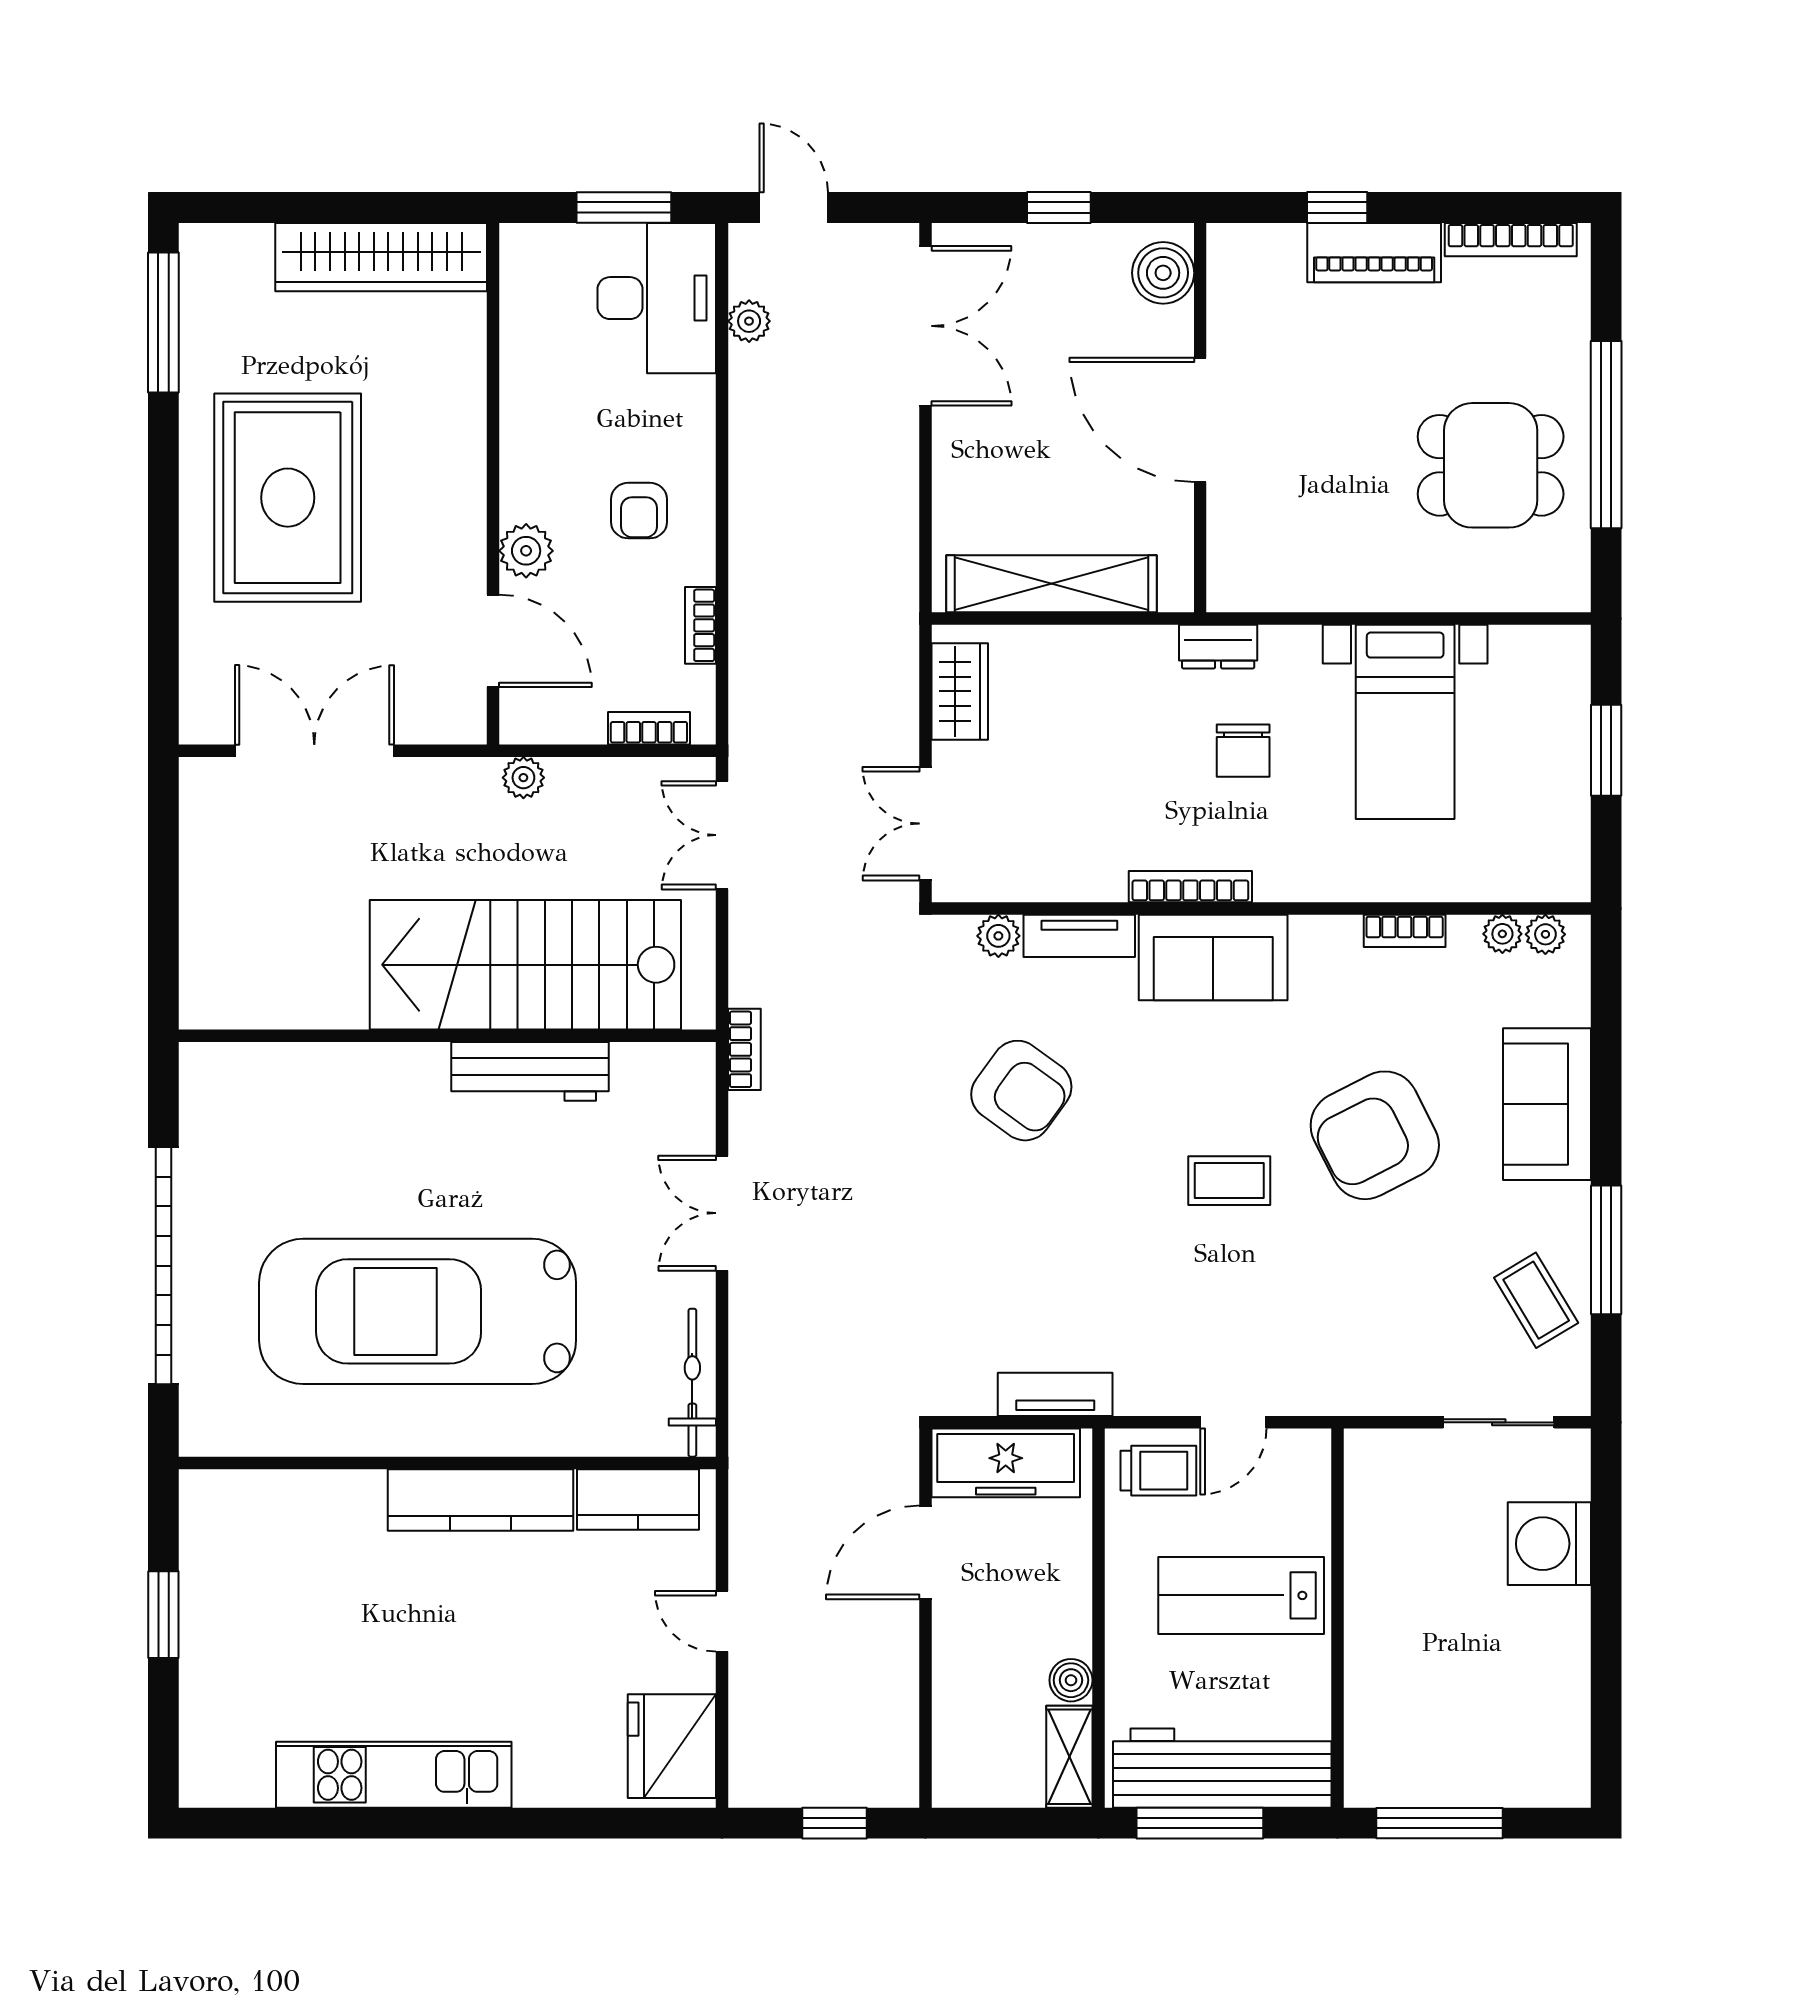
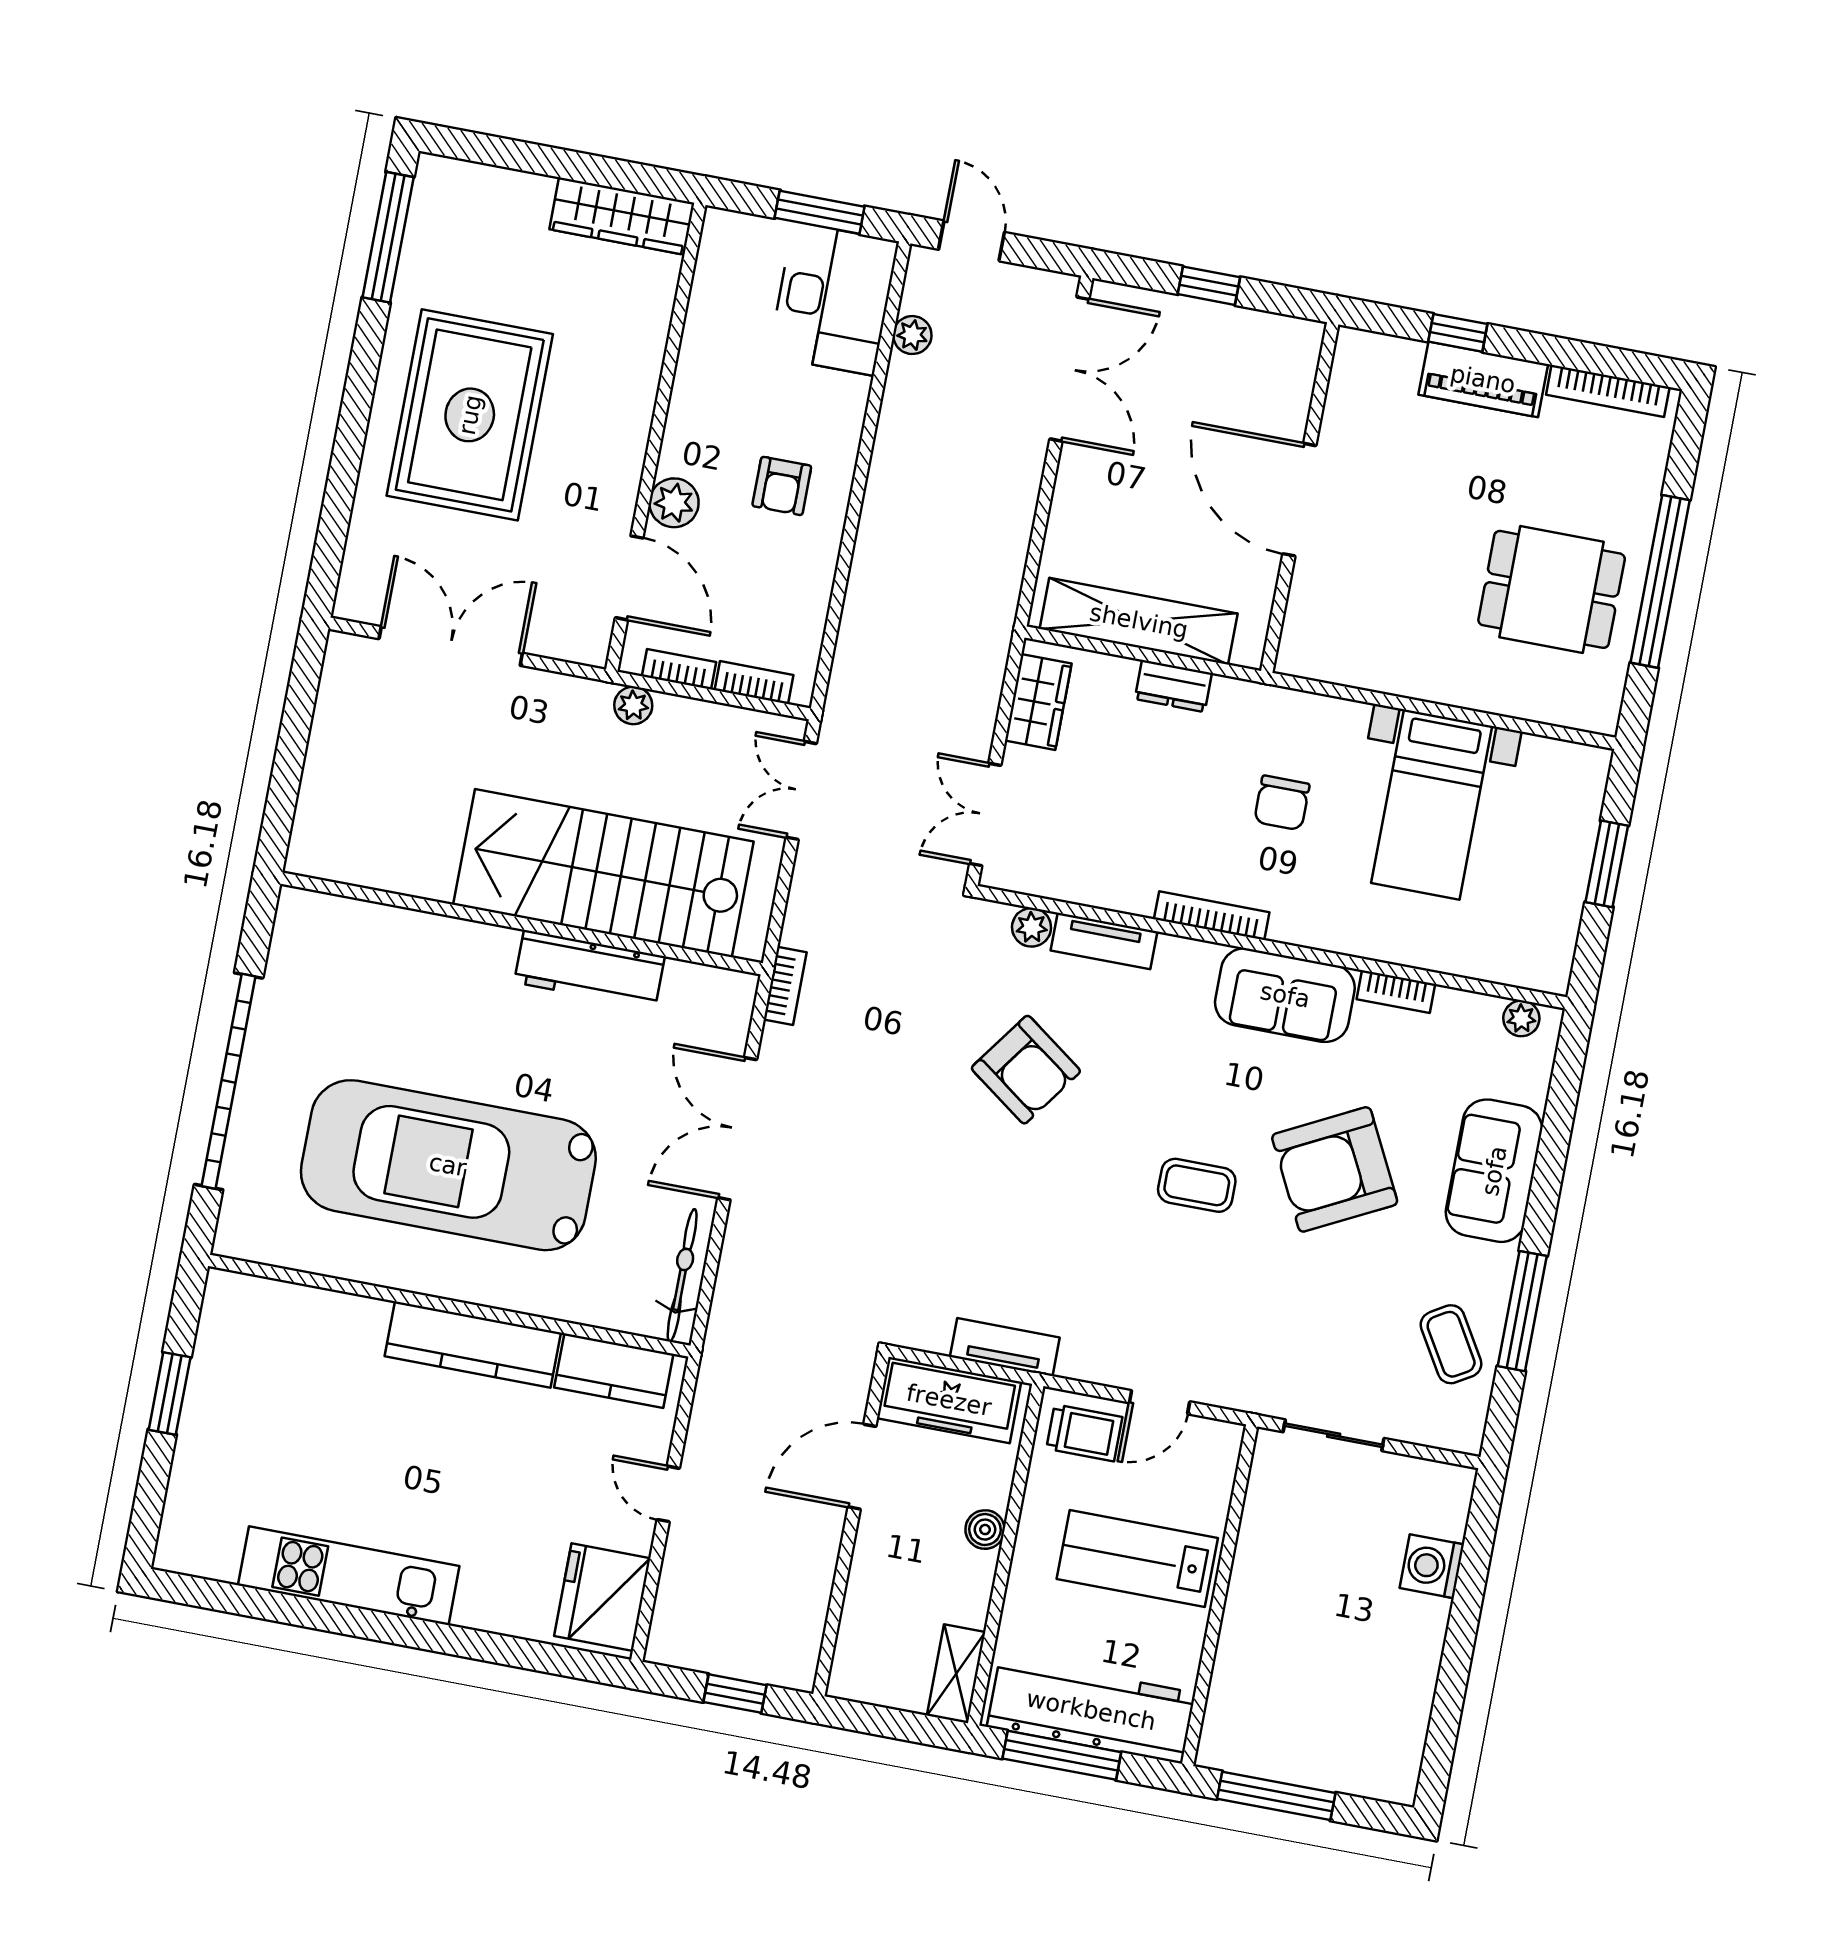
wardrobe: (381, 257) -> (622, 216), width x0.71, depth x0.85
boiler: (1163, 273) -> (1291, 362), removed
bookcase: (700, 625) -> (679, 669), moved, turned 90
dresser: (1218, 647) -> (1173, 686), moved
plant: (1502, 934) -> (1483, 1011), removed
sofa: (1213, 957) -> (1285, 995), moved
double door: (722, 1213) -> (737, 1129), width x1.37
sliding door: (1499, 1422) -> (1334, 1435), moved
washing machine: (1549, 1544) -> (1432, 1566), width x0.73, depth x0.73
boiler: (1071, 1680) -> (985, 1530), moved

